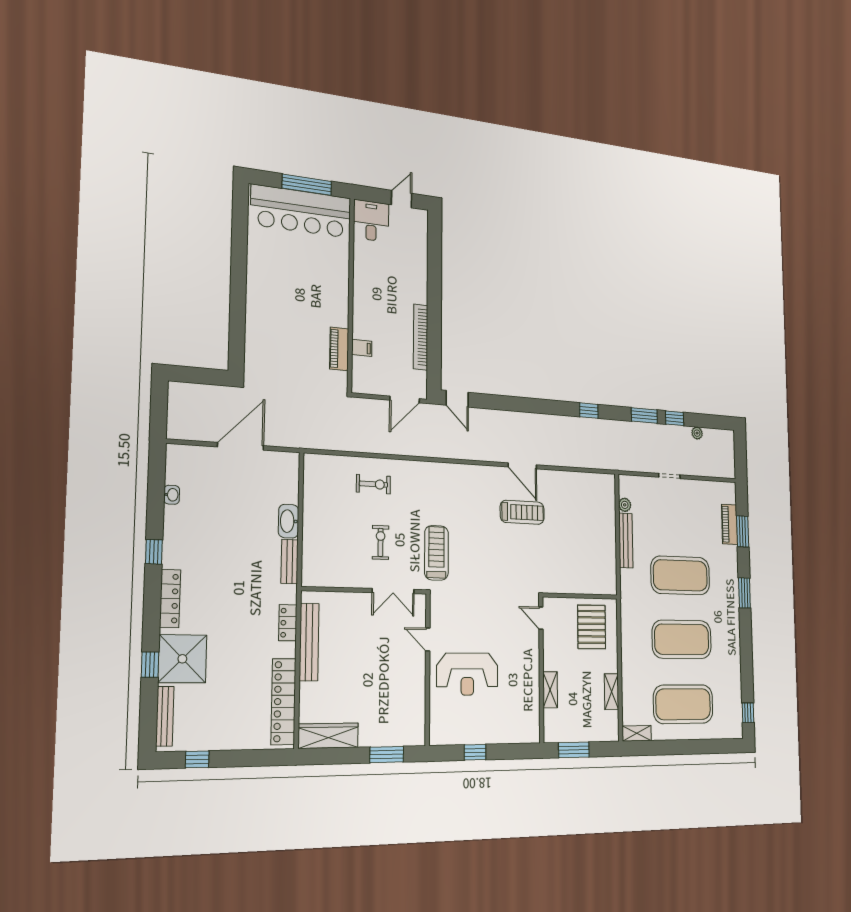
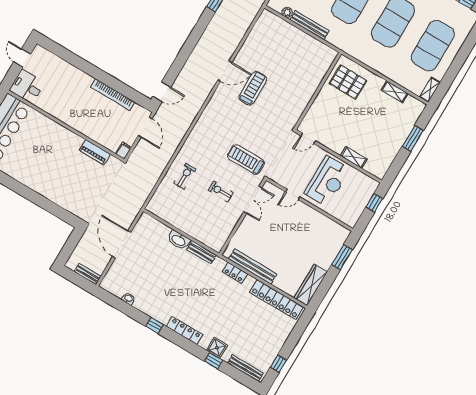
filing cabinet: (362, 348) -> (123, 151), moved
bench: (174, 420) -> (88, 274), added
door: (541, 618) -> (308, 138), moved
shower: (182, 659) -> (217, 348), width x0.54, depth x0.54
wall: (541, 669) -> (338, 156), moved
shelving: (550, 690) -> (354, 157), moved

